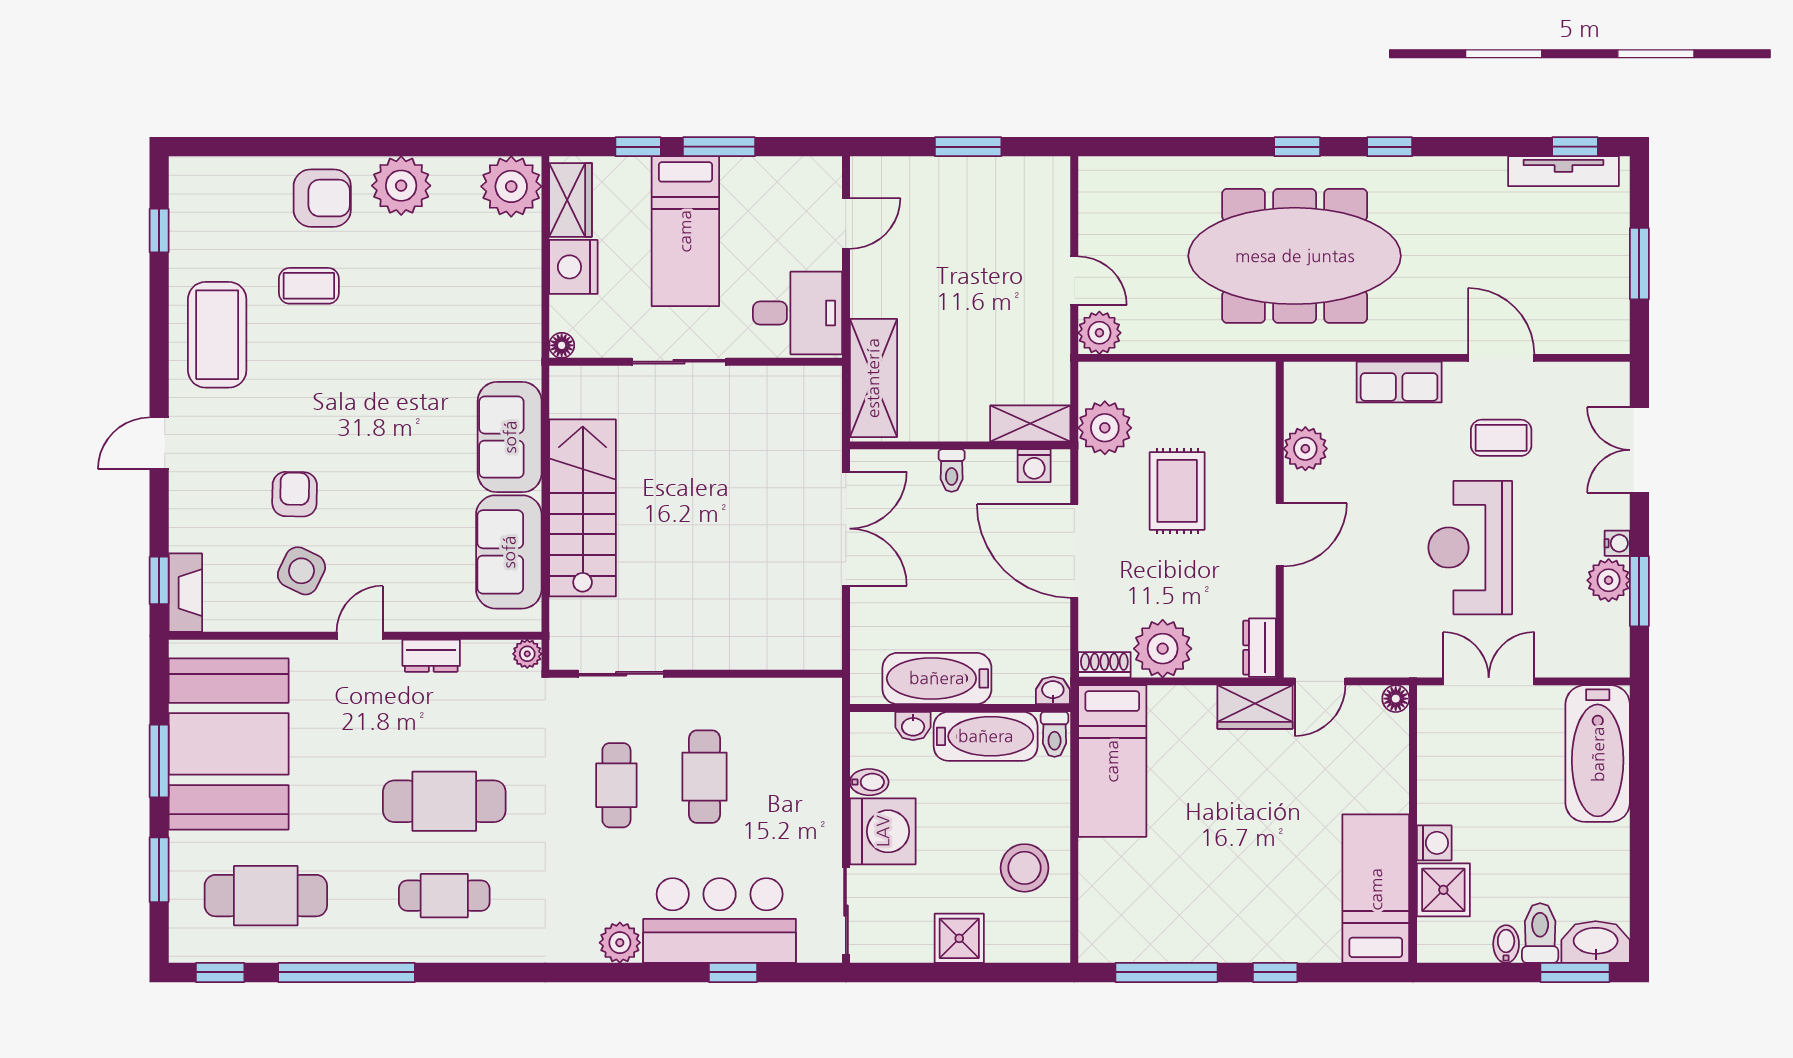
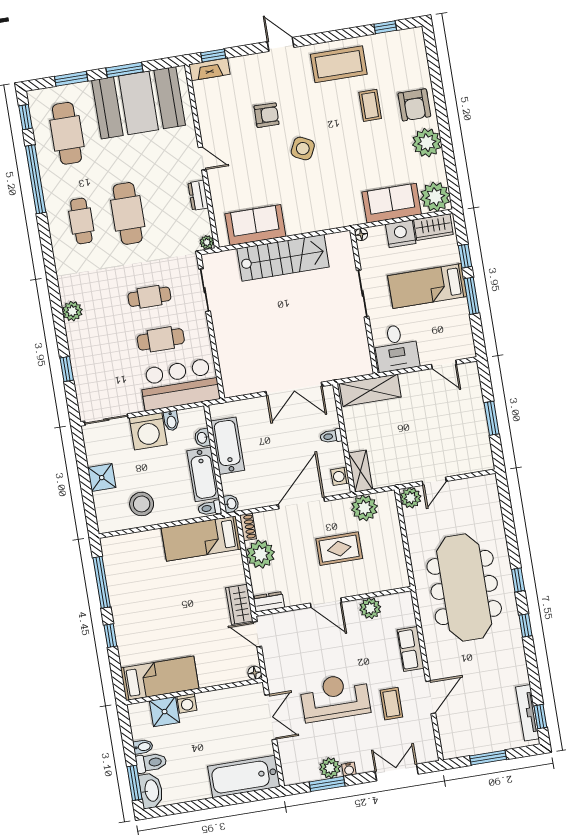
sofa: (510, 437) -> (392, 203), moved
side table: (301, 571) -> (303, 149), moved
bar counter: (720, 921) -> (180, 384), moved, turned -90

